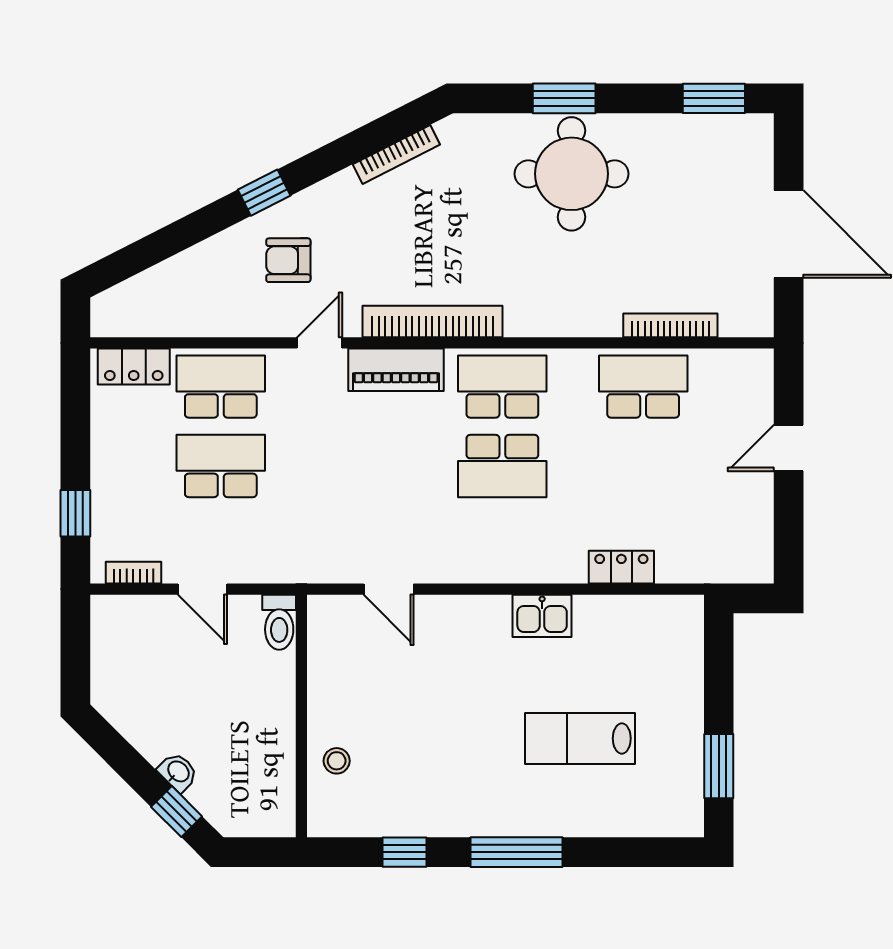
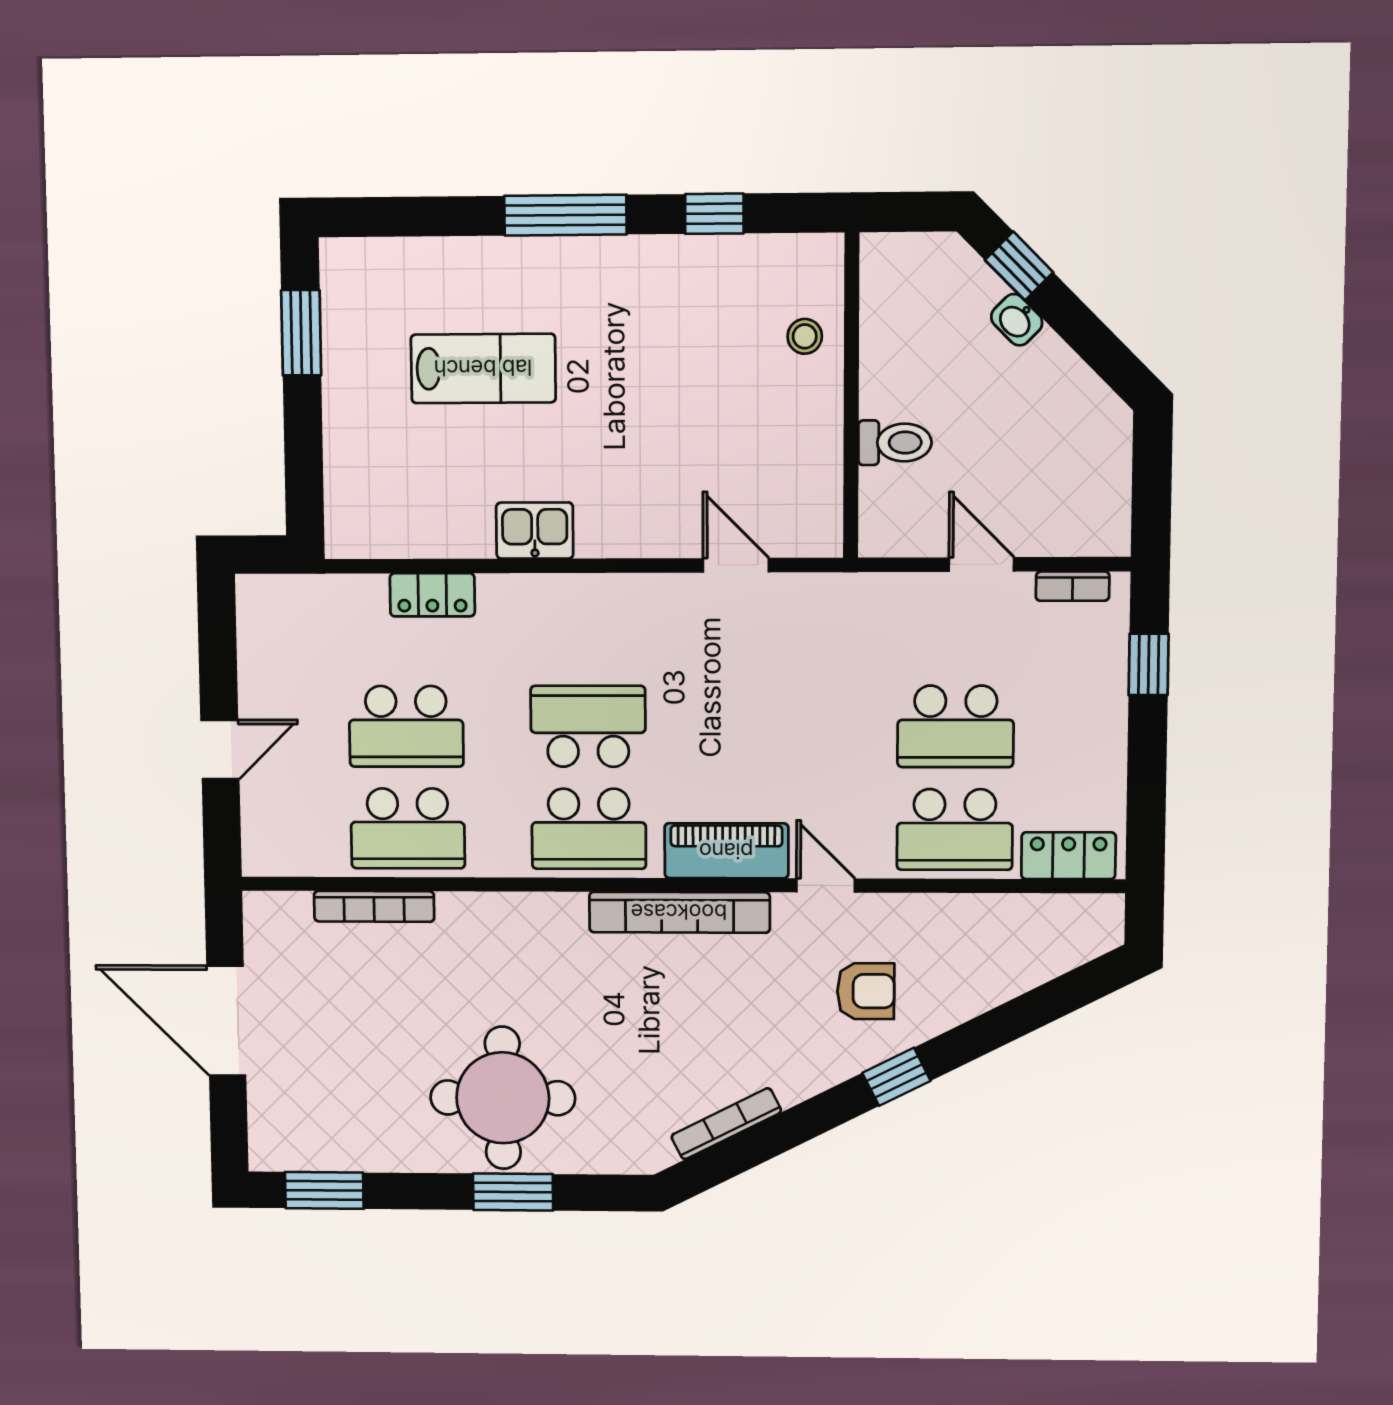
door: (320, 343) -> (826, 885), swing flipped
school desk: (643, 466) -> (406, 726), added
toilet: (279, 622) -> (895, 443), moved, turned 90

